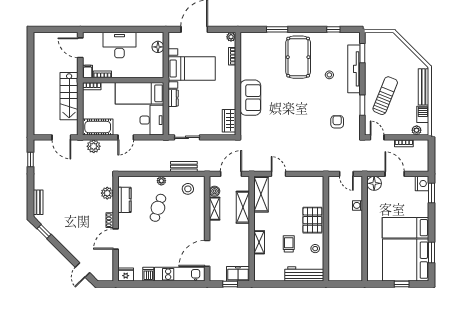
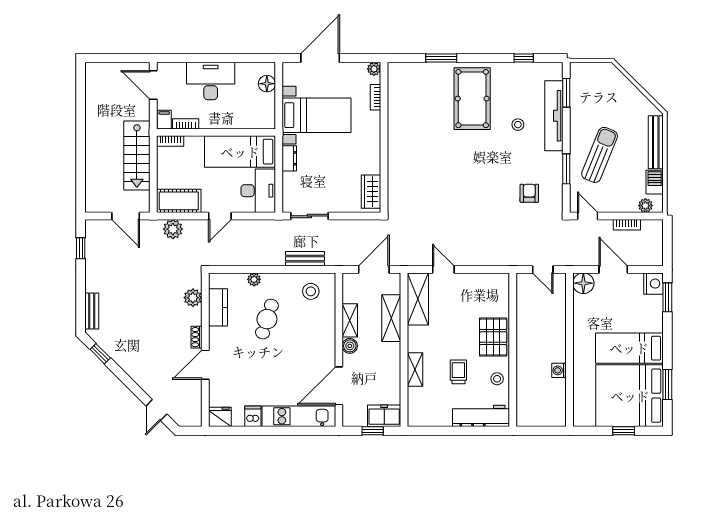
sofa: (250, 98) -> (402, 158), removed
plant: (161, 181) -> (254, 279), moved
boiler: (215, 191) -> (350, 346), moved
washing machine: (358, 205) -> (559, 370), moved

